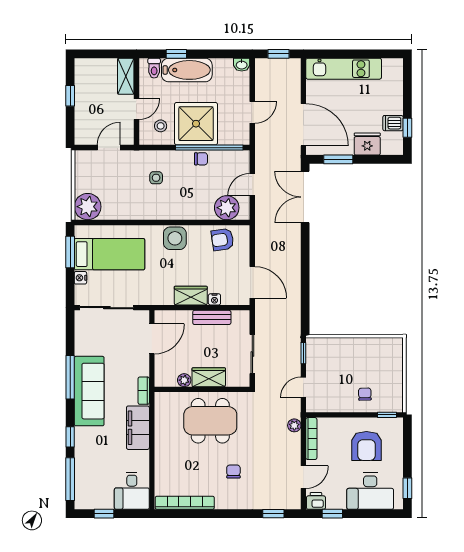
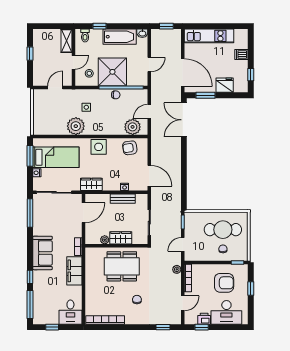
bathtub: (187, 70) -> (120, 37), moved
dishwasher: (393, 123) -> (241, 55), moved
plant: (88, 207) -> (76, 126), moved
wardrobe: (191, 296) -> (91, 184), moved
cafe table: (365, 365) -> (223, 230), added
window: (70, 377) -> (30, 213), moved
sofa: (89, 391) -> (42, 253), width x0.73
armchair: (366, 446) -> (224, 283), turned -90
window: (407, 488) -> (251, 288), moved
printer: (316, 501) -> (204, 319), moved

